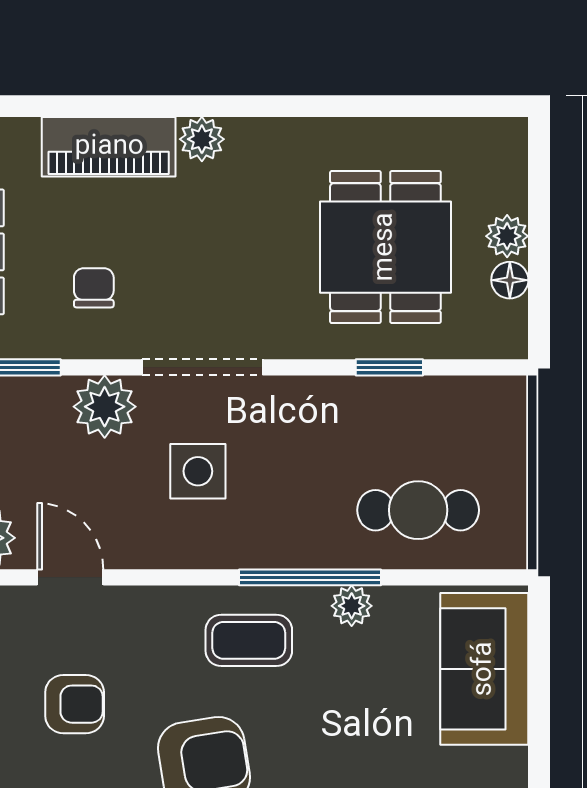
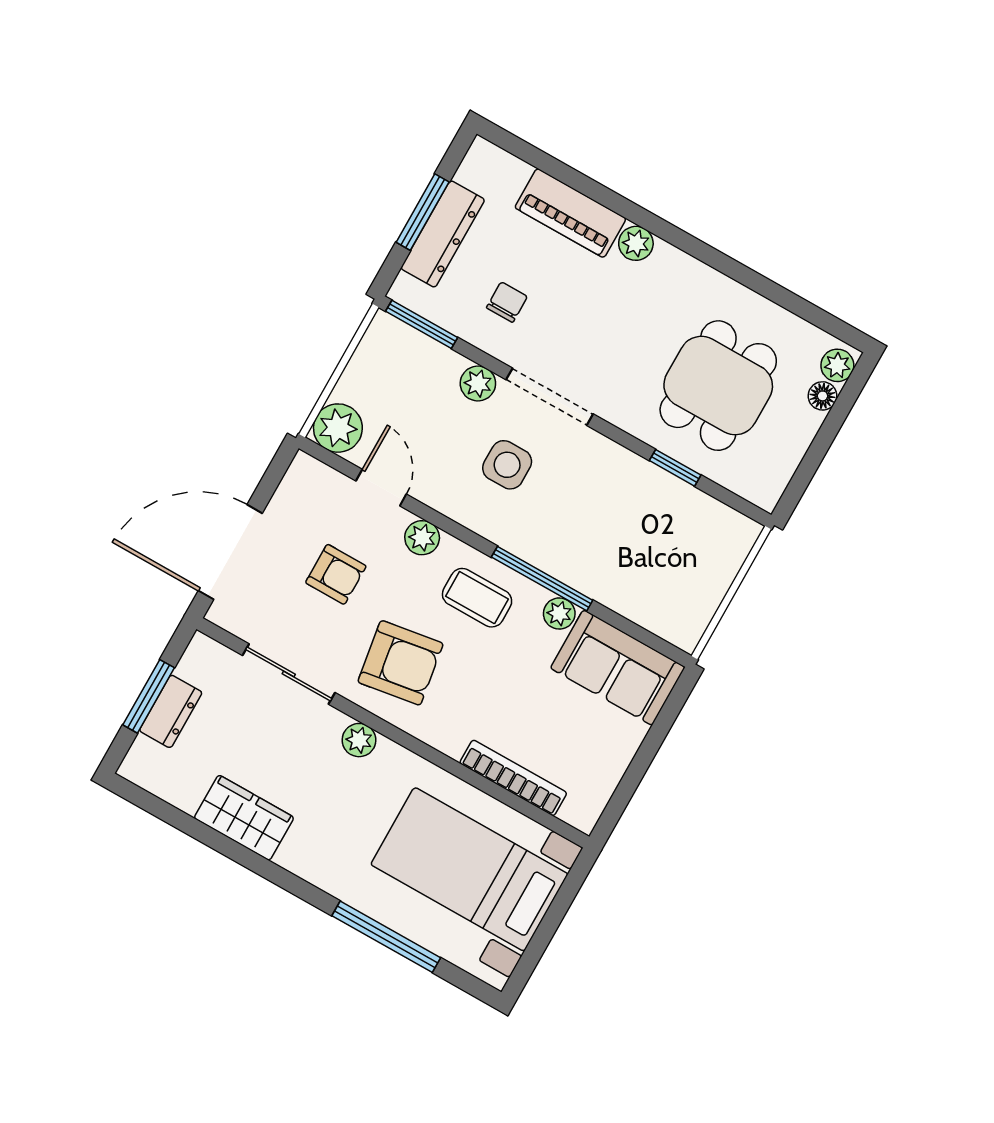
plant: (507, 236) -> (837, 365), moved
floor lamp: (510, 280) -> (823, 396), moved
plant: (105, 407) -> (478, 384), width x0.73, depth x0.73
cafe table: (418, 510) -> (640, 575), removed
plant: (148, 608) -> (422, 538), added
sofa: (484, 669) -> (618, 668), moved, turned -90

